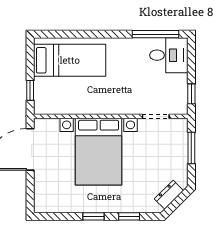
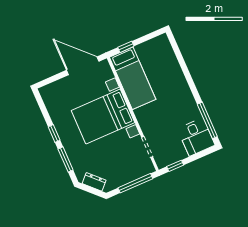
bed: (70, 60) -> (133, 78), moved
window: (191, 148) -> (135, 183), width x1.44
window: (129, 216) -> (66, 160), width x1.50

